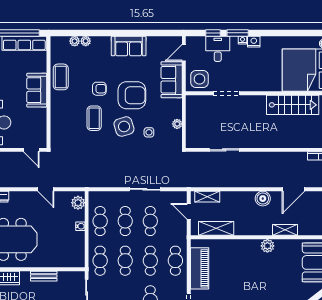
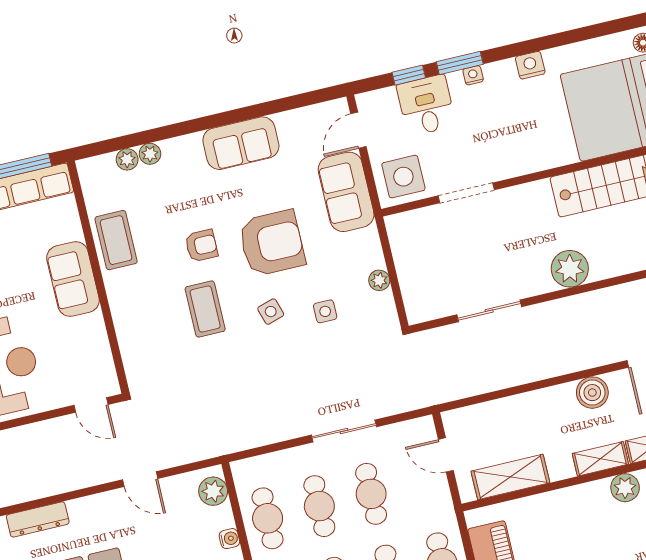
nightstand: (254, 42) -> (530, 65), moved
side table: (124, 127) -> (271, 312), width x0.54, depth x0.54
plant: (266, 139) -> (570, 269), added
shelving: (207, 197) -> (600, 459), moved

